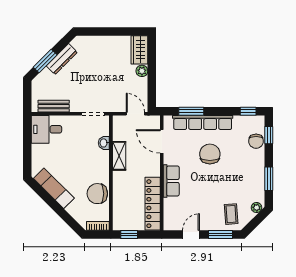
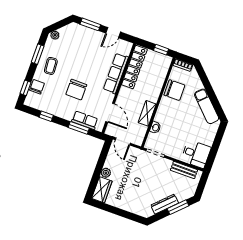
window: (248, 111) -> (46, 116), moved
row of seats: (203, 122) -> (85, 120), width x0.50
row of seats: (171, 181) -> (116, 73), width x1.48
coffee table: (231, 214) -> (51, 66), moved

